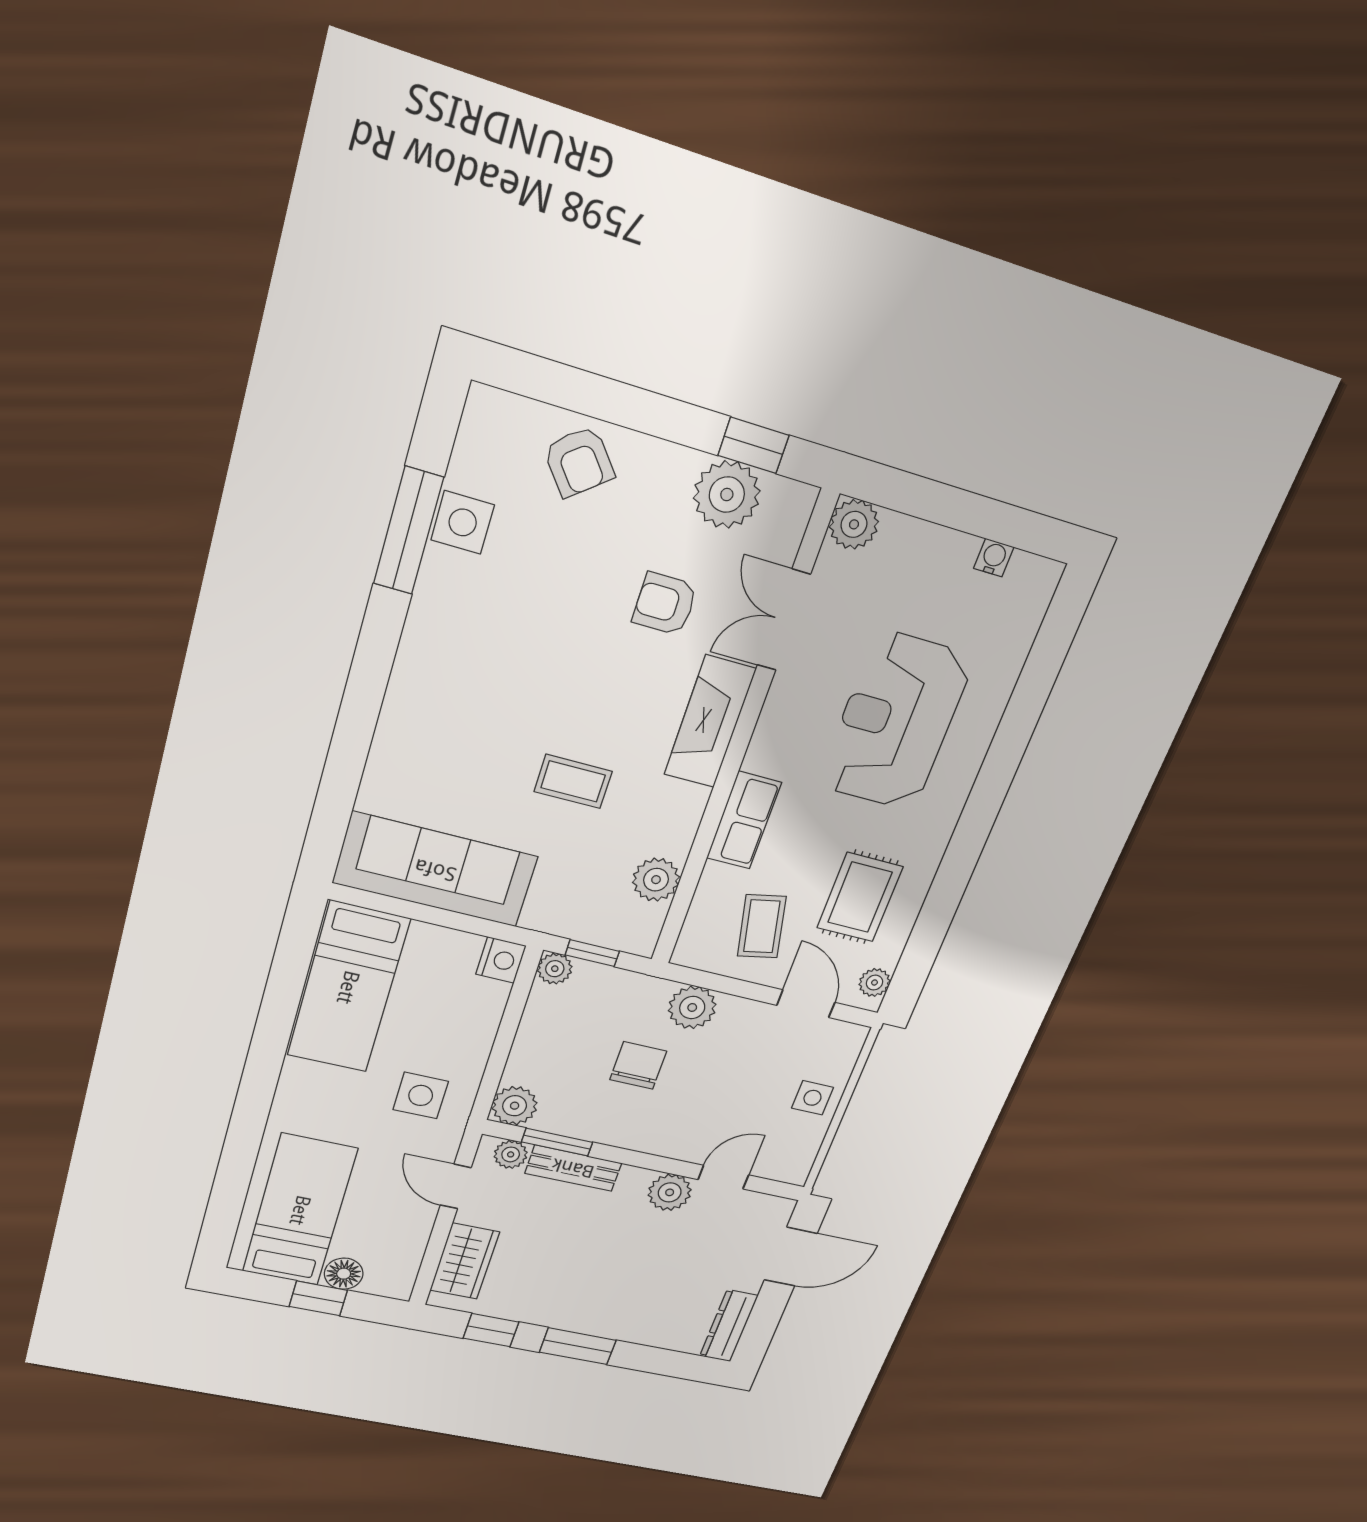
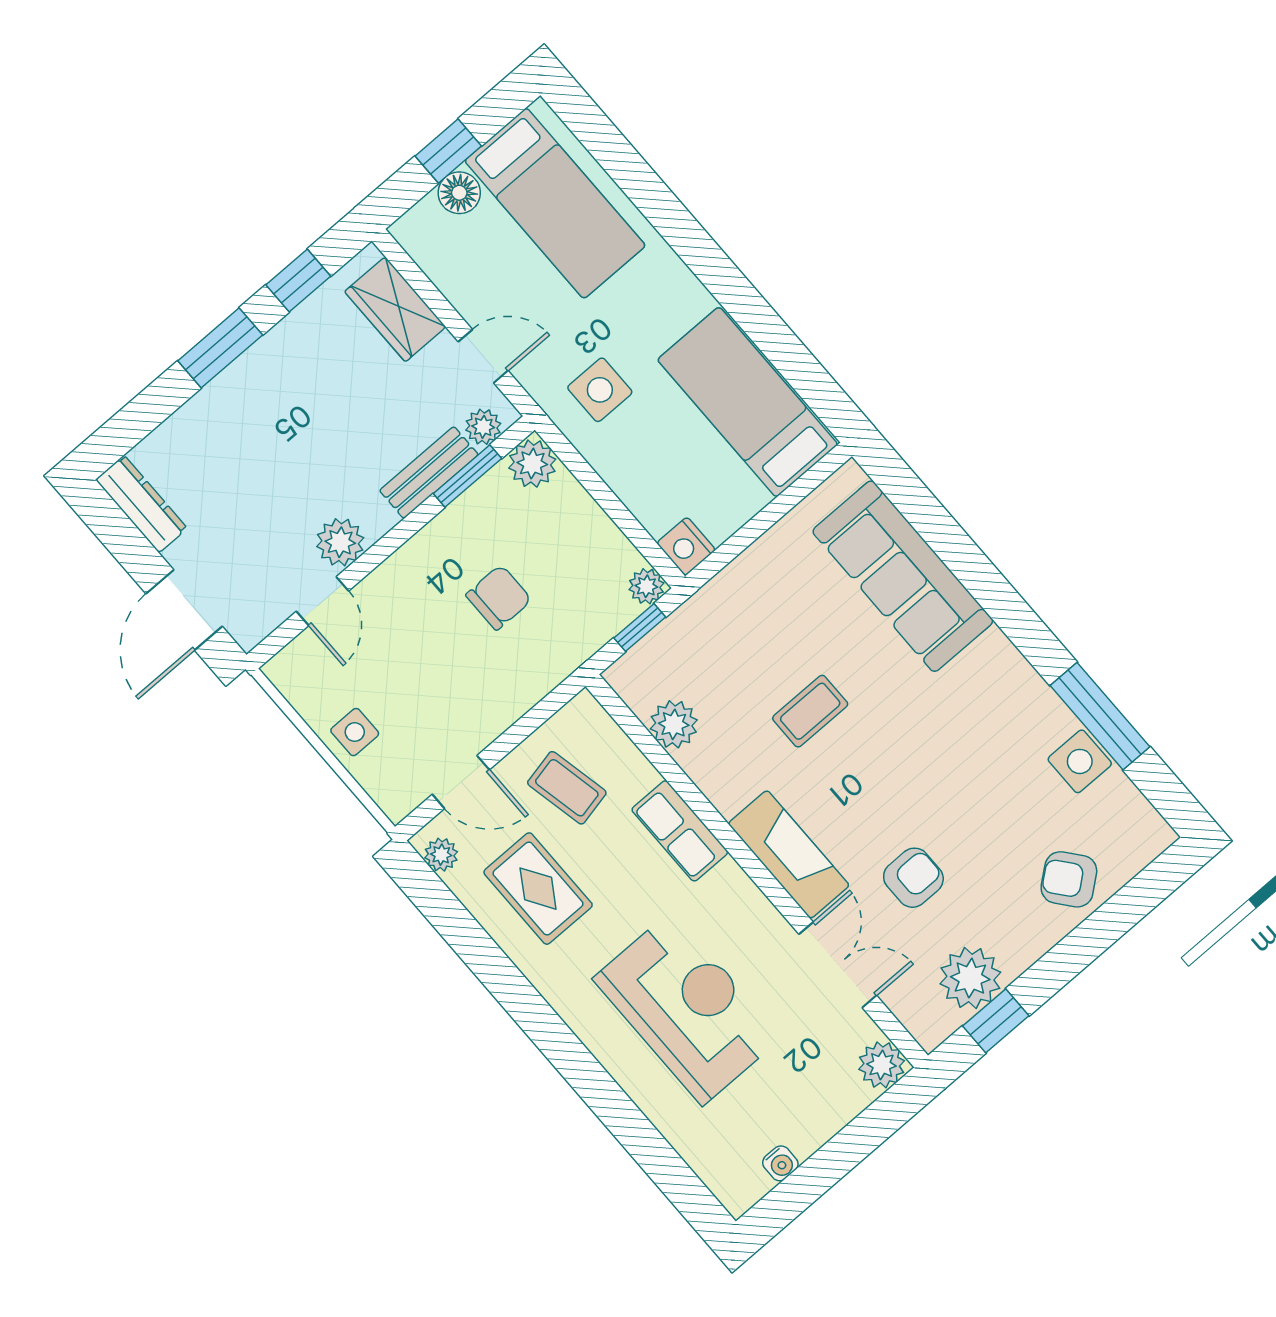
sofa: (435, 870) -> (903, 576), moved, turned 90
plant: (692, 1007) -> (526, 680), removed
chair: (638, 1065) -> (499, 597), turned -90

